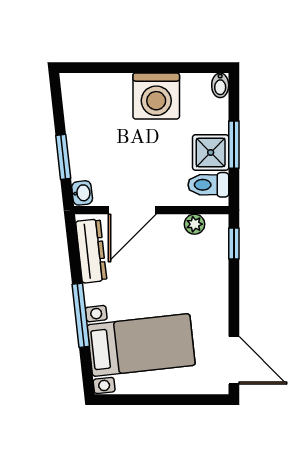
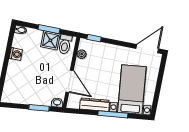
washing machine: (156, 96) -> (16, 54), width x0.53, depth x0.53
dresser: (91, 251) -> (95, 105), moved

